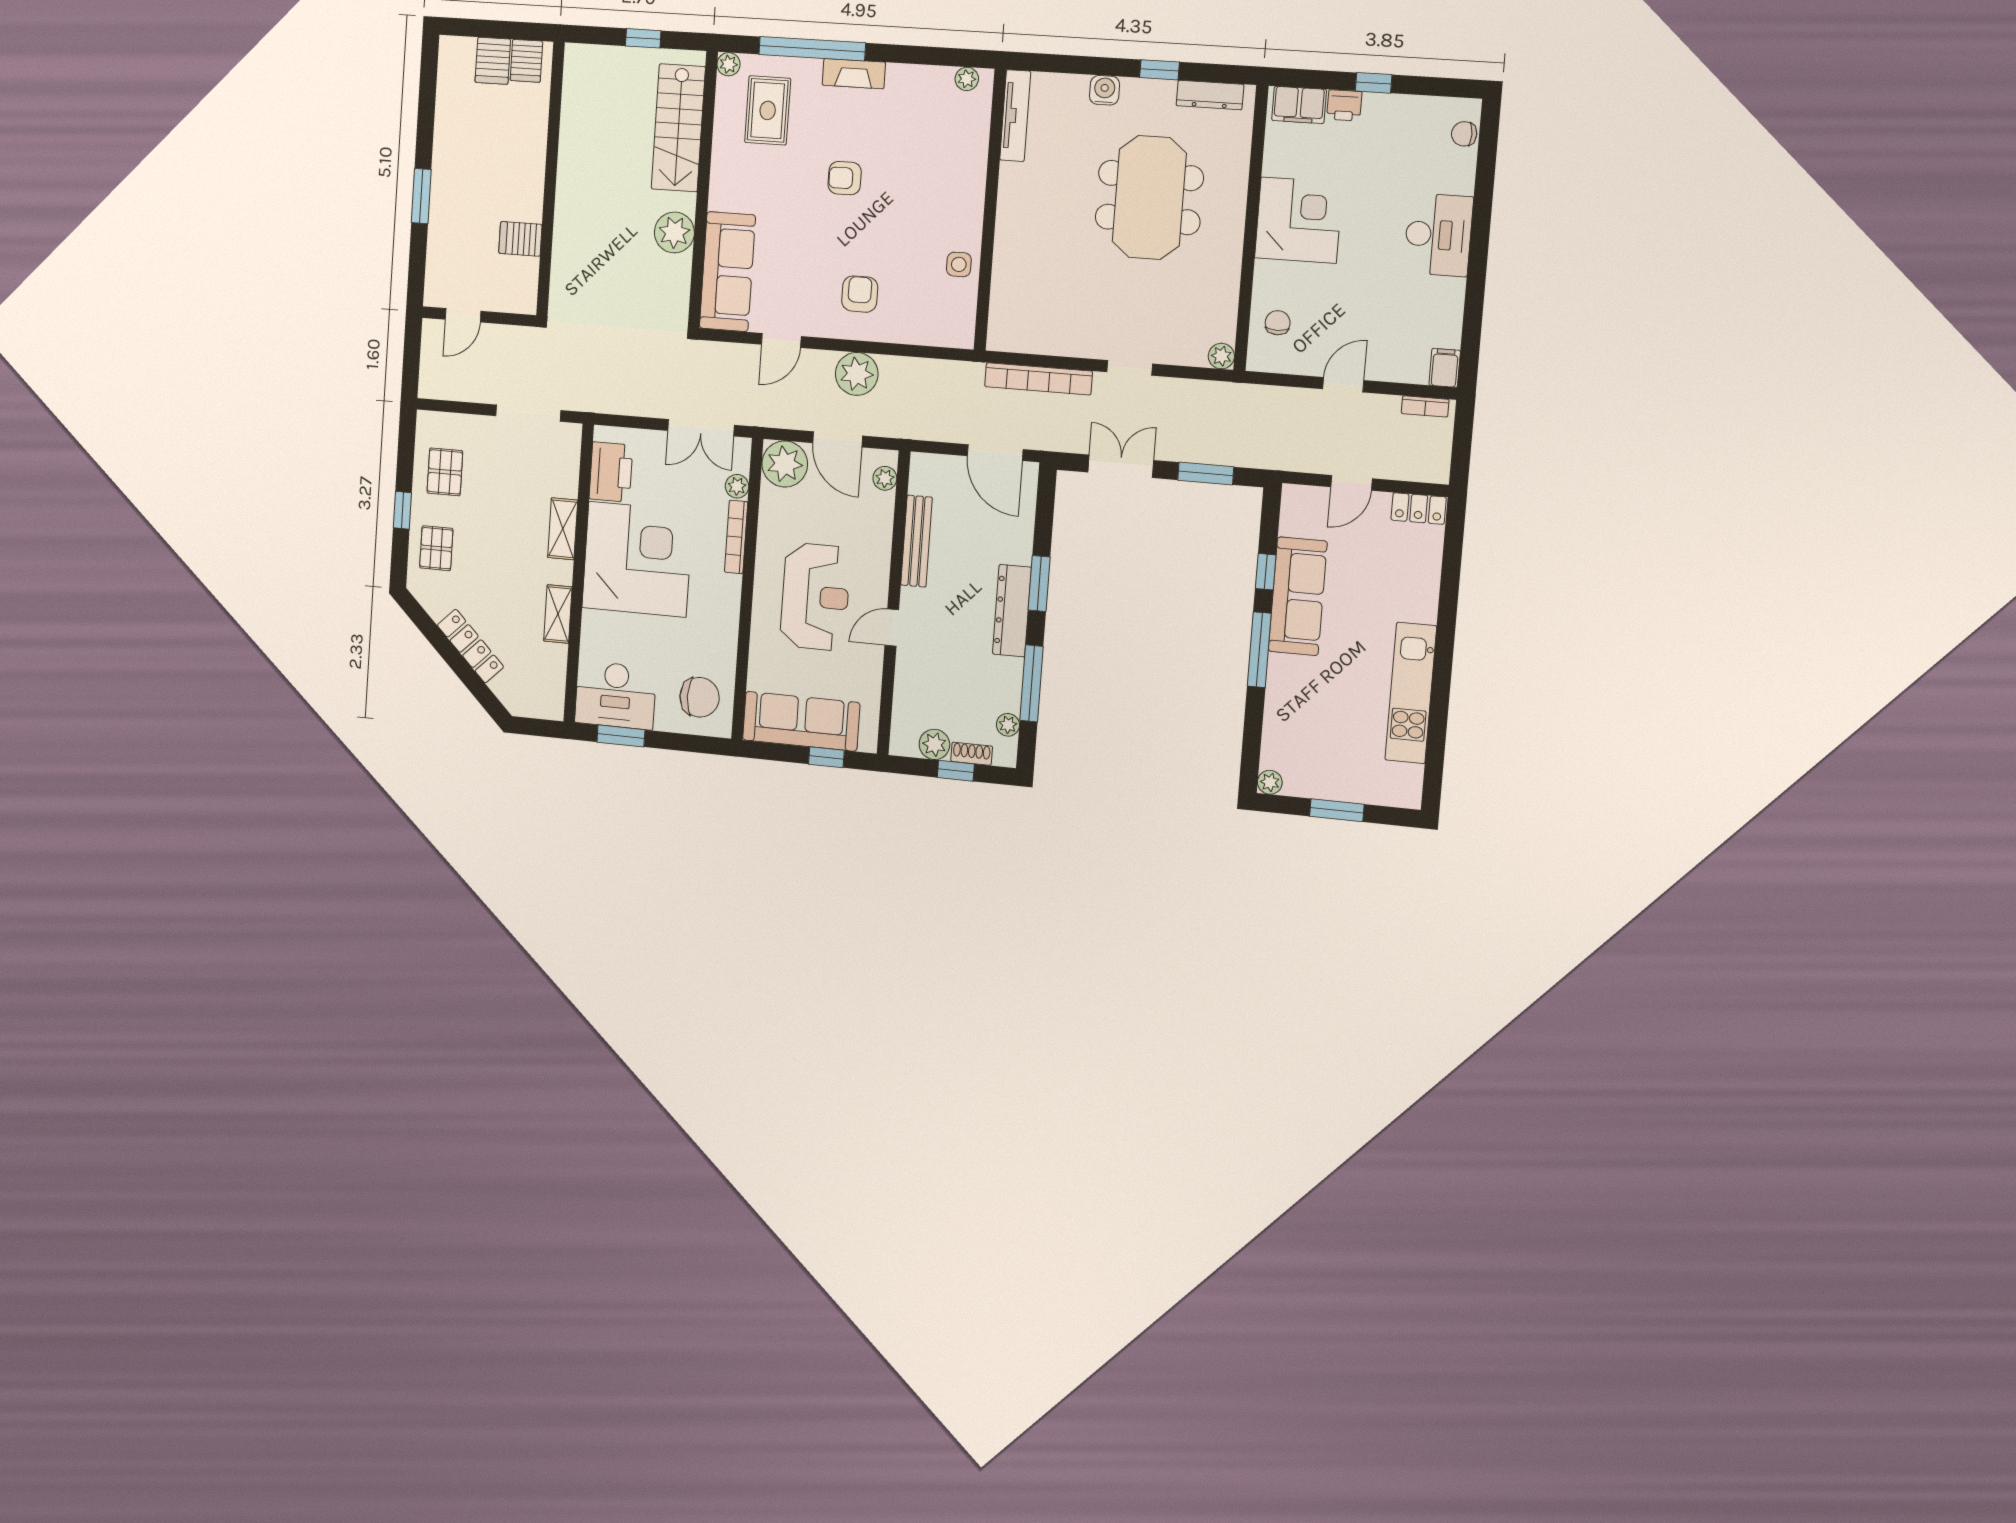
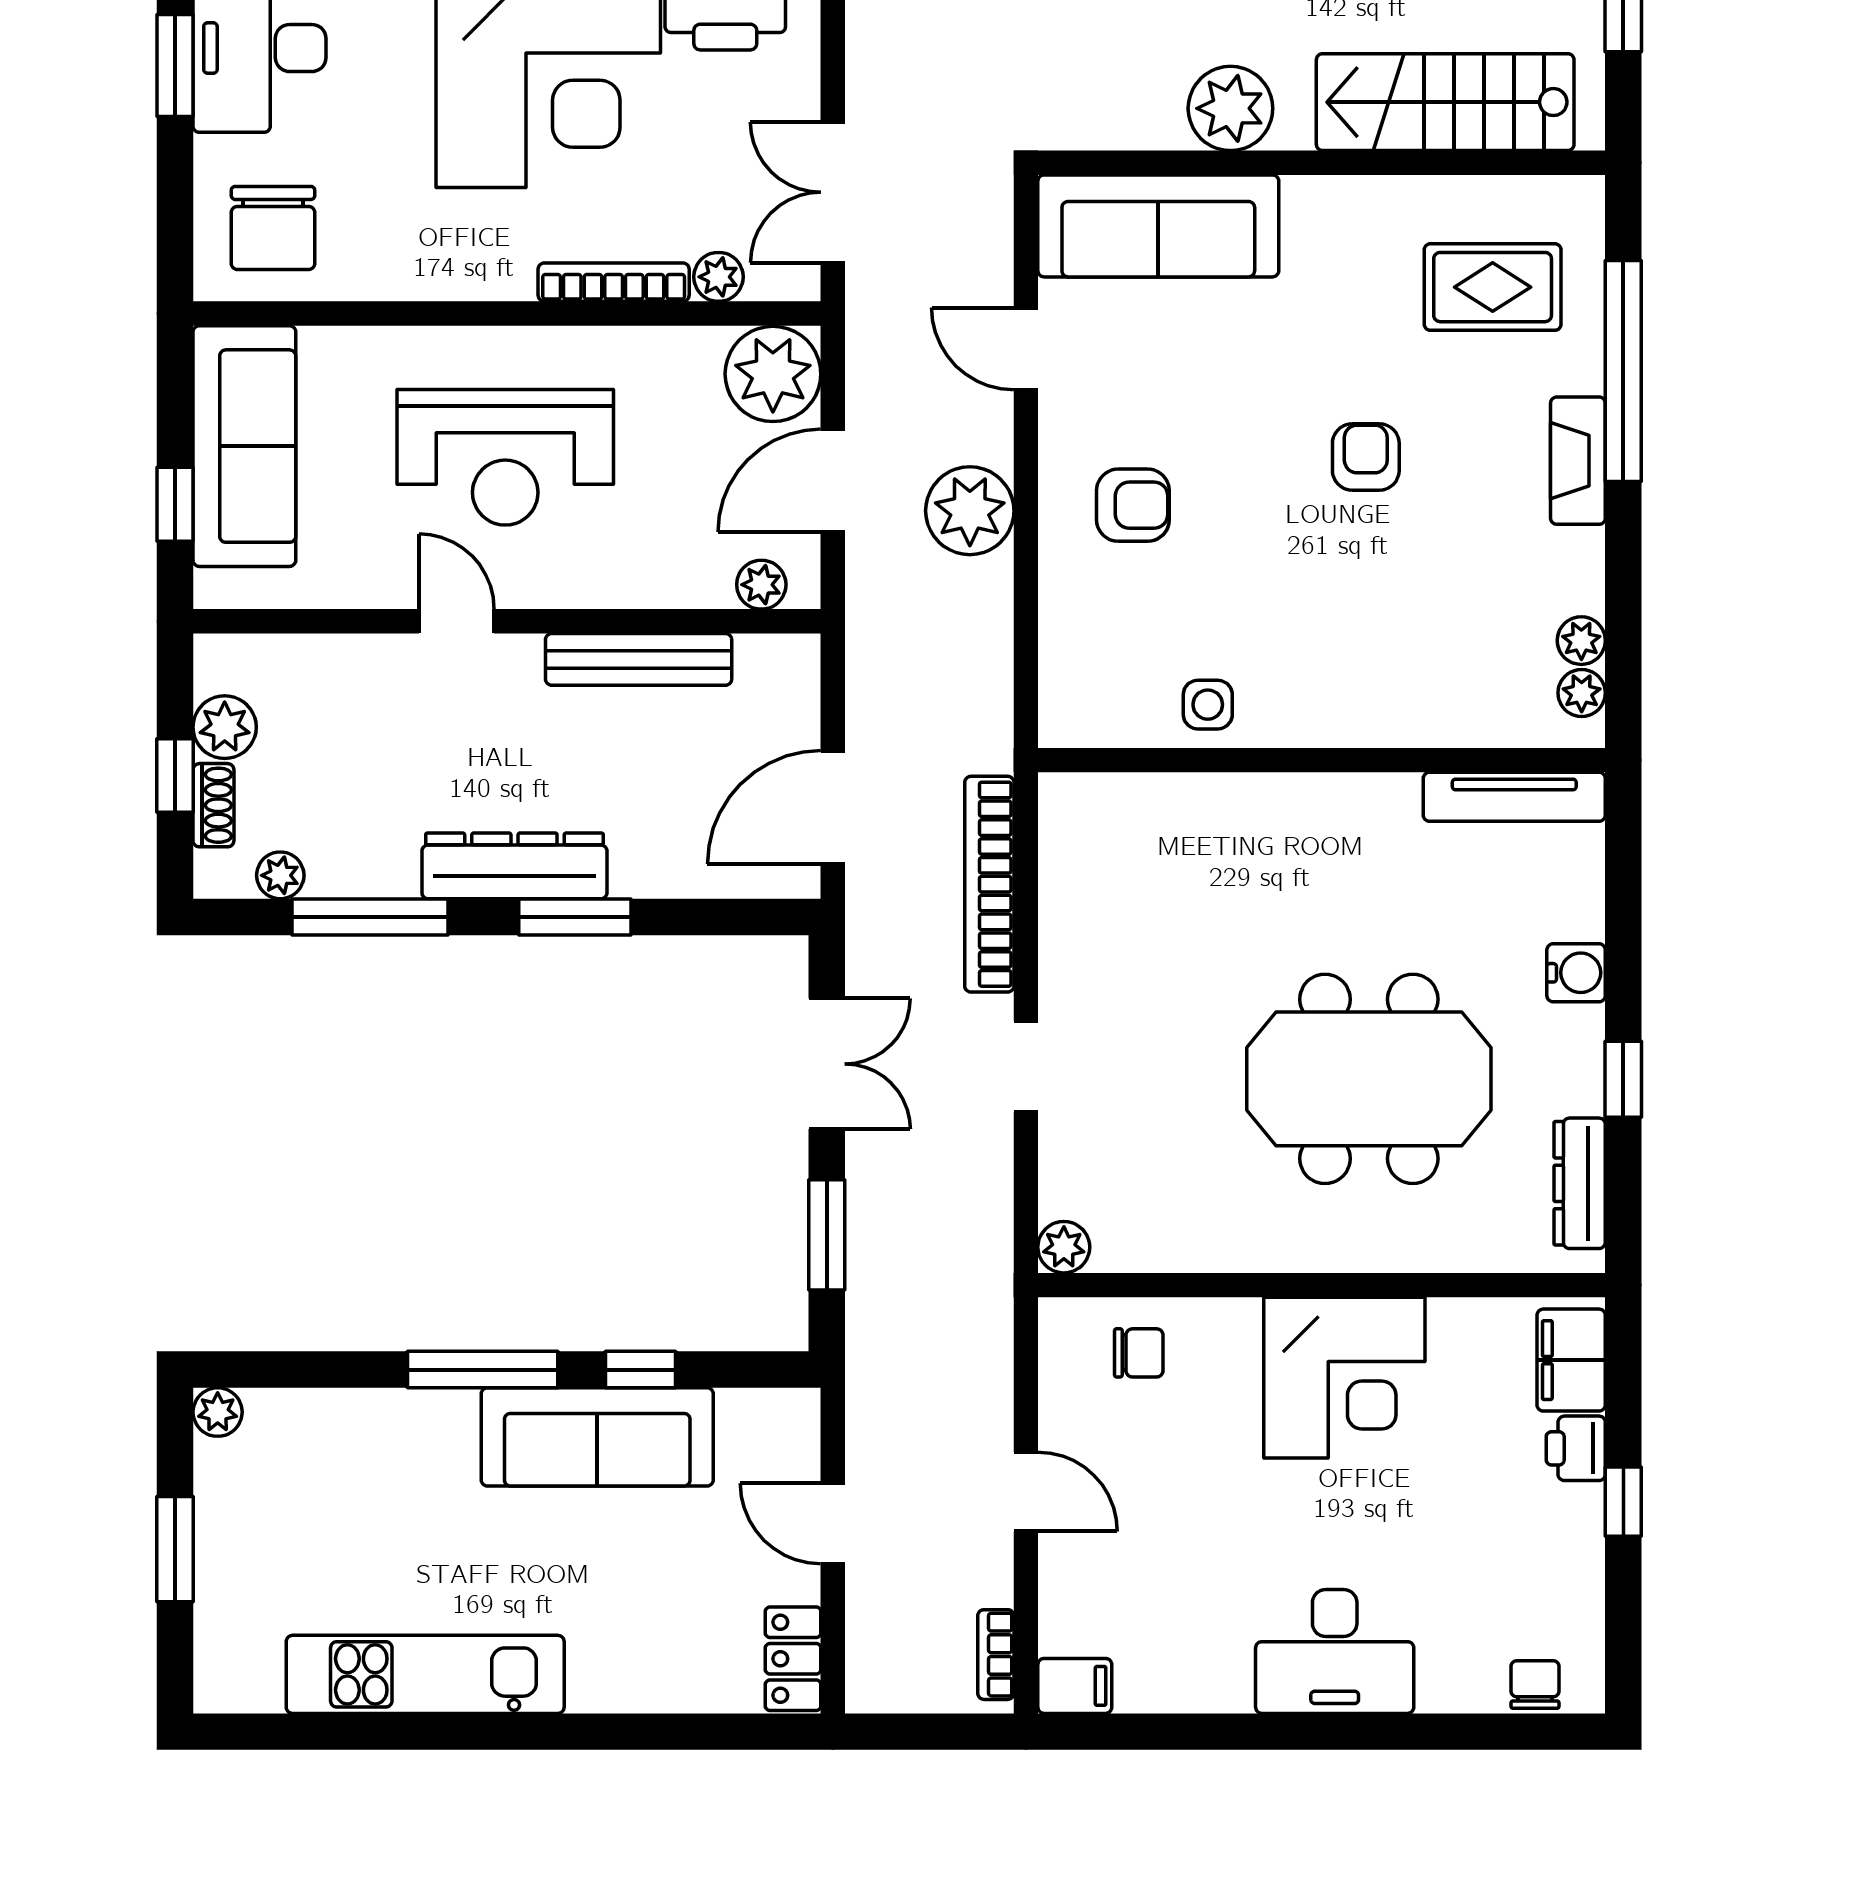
plant: (729, 64) -> (1581, 641), moved

